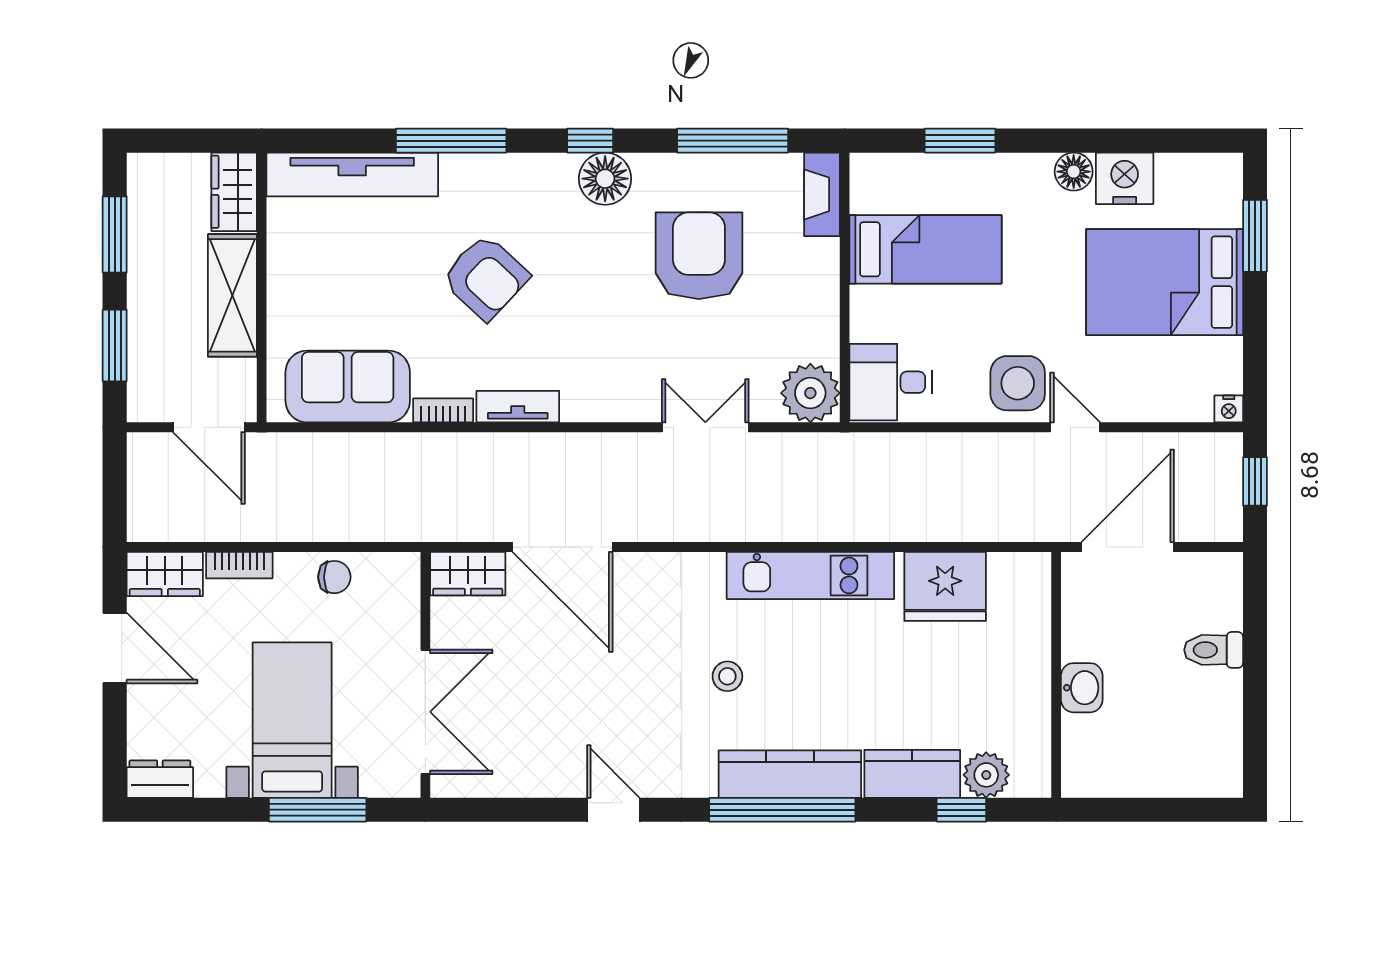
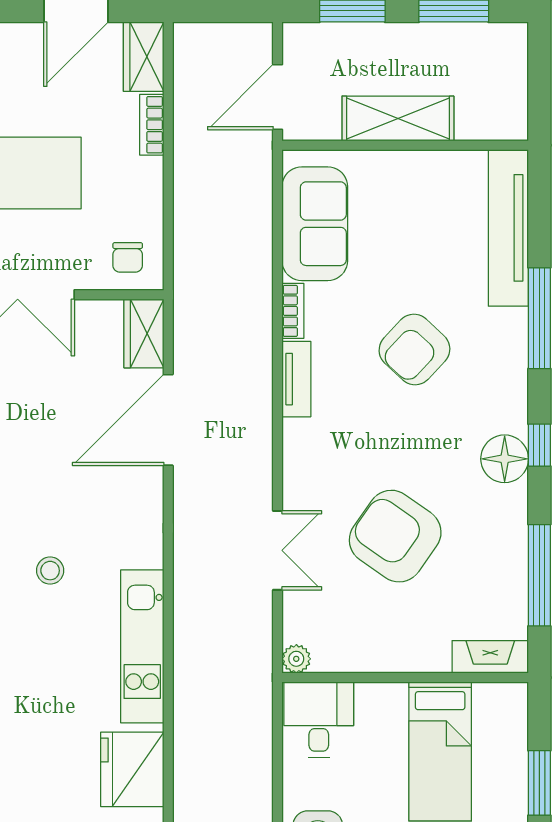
wardrobe: (234, 192) -> (493, 120), removed
armchair: (699, 256) -> (395, 536), moved, turned -145
plant: (810, 393) -> (296, 659), width x0.53, depth x0.53
chair: (334, 577) -> (128, 257), moved

